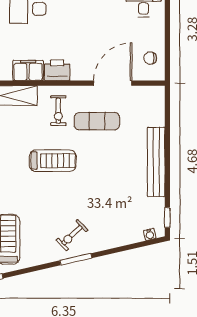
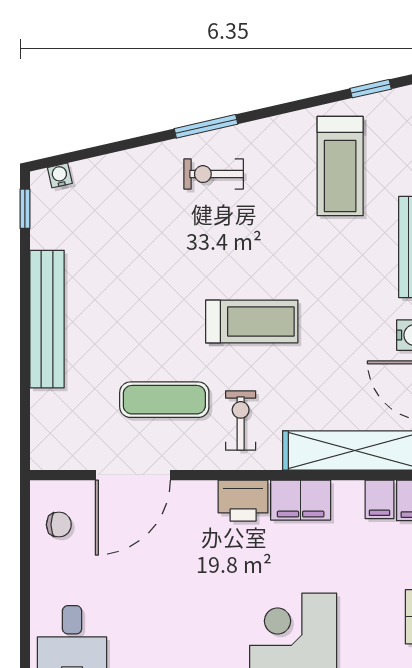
treadmill: (53, 161) -> (252, 321), turned 180
exercise bike: (72, 235) -> (214, 174), turned -136

